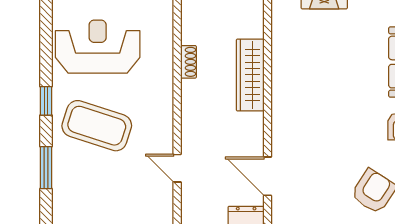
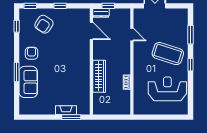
reception desk: (98, 47) -> (167, 89), turned 180

